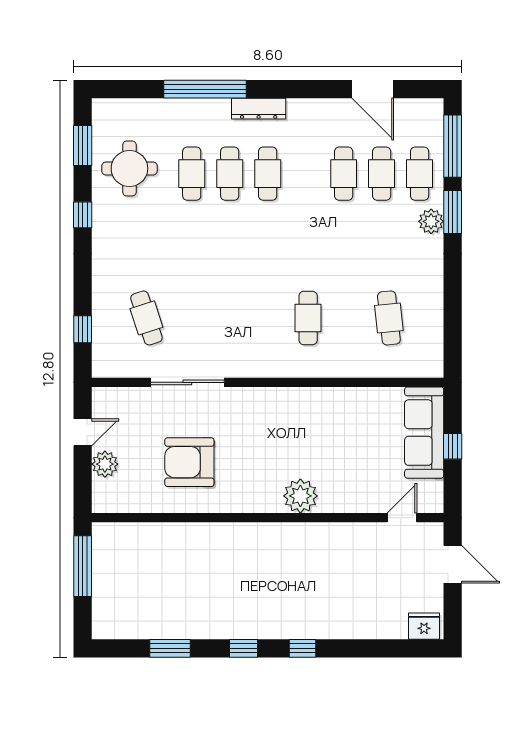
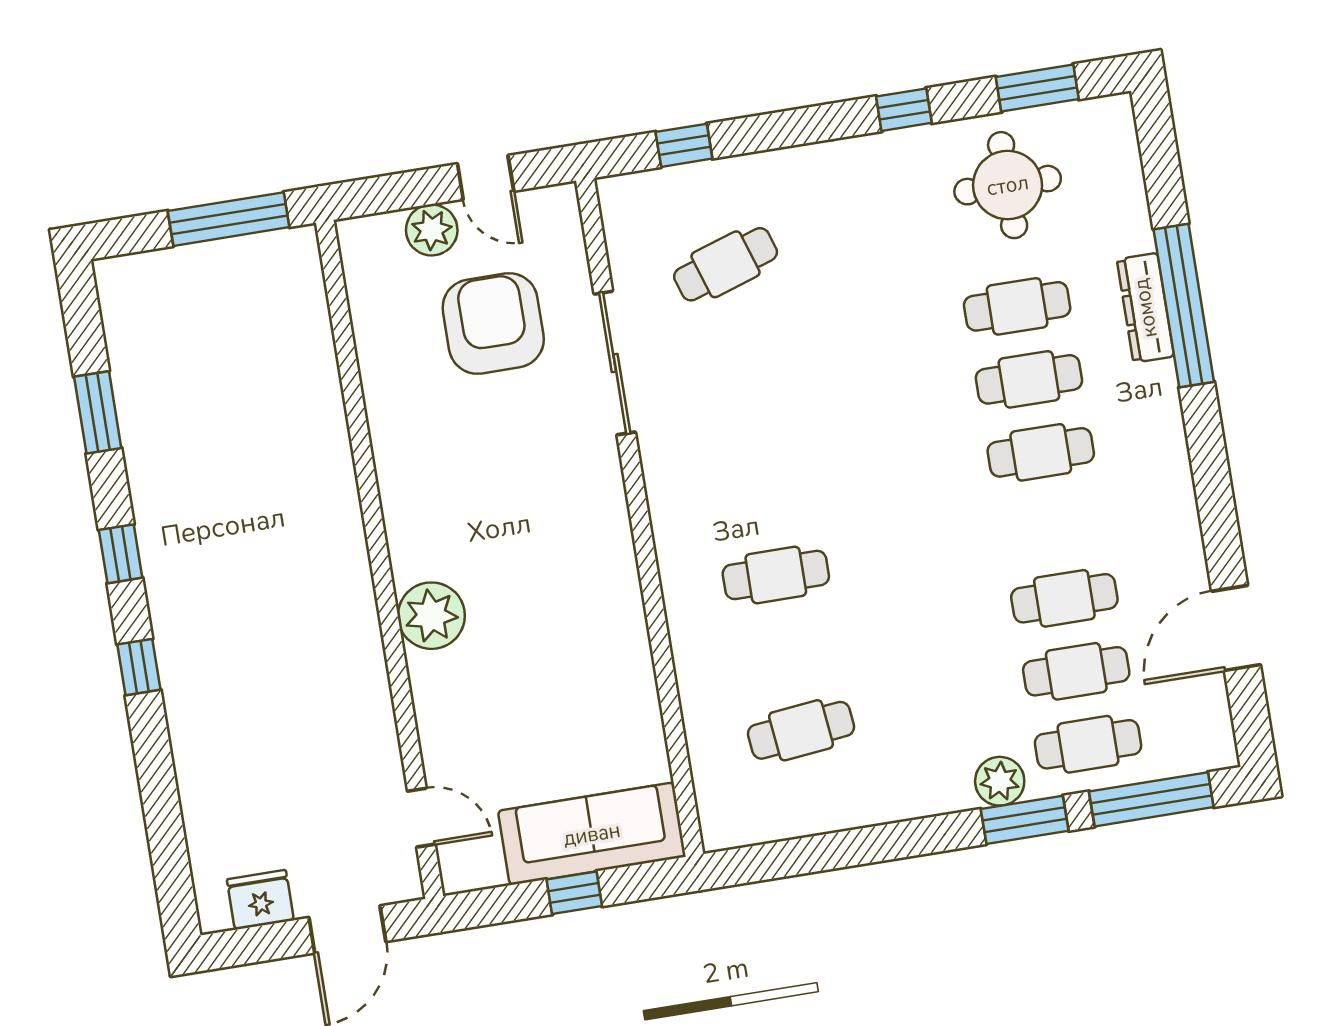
dresser: (259, 109) -> (1145, 308), moved
armchair: (189, 462) -> (493, 323), moved
fridge: (424, 626) -> (260, 900), moved, turned -90

